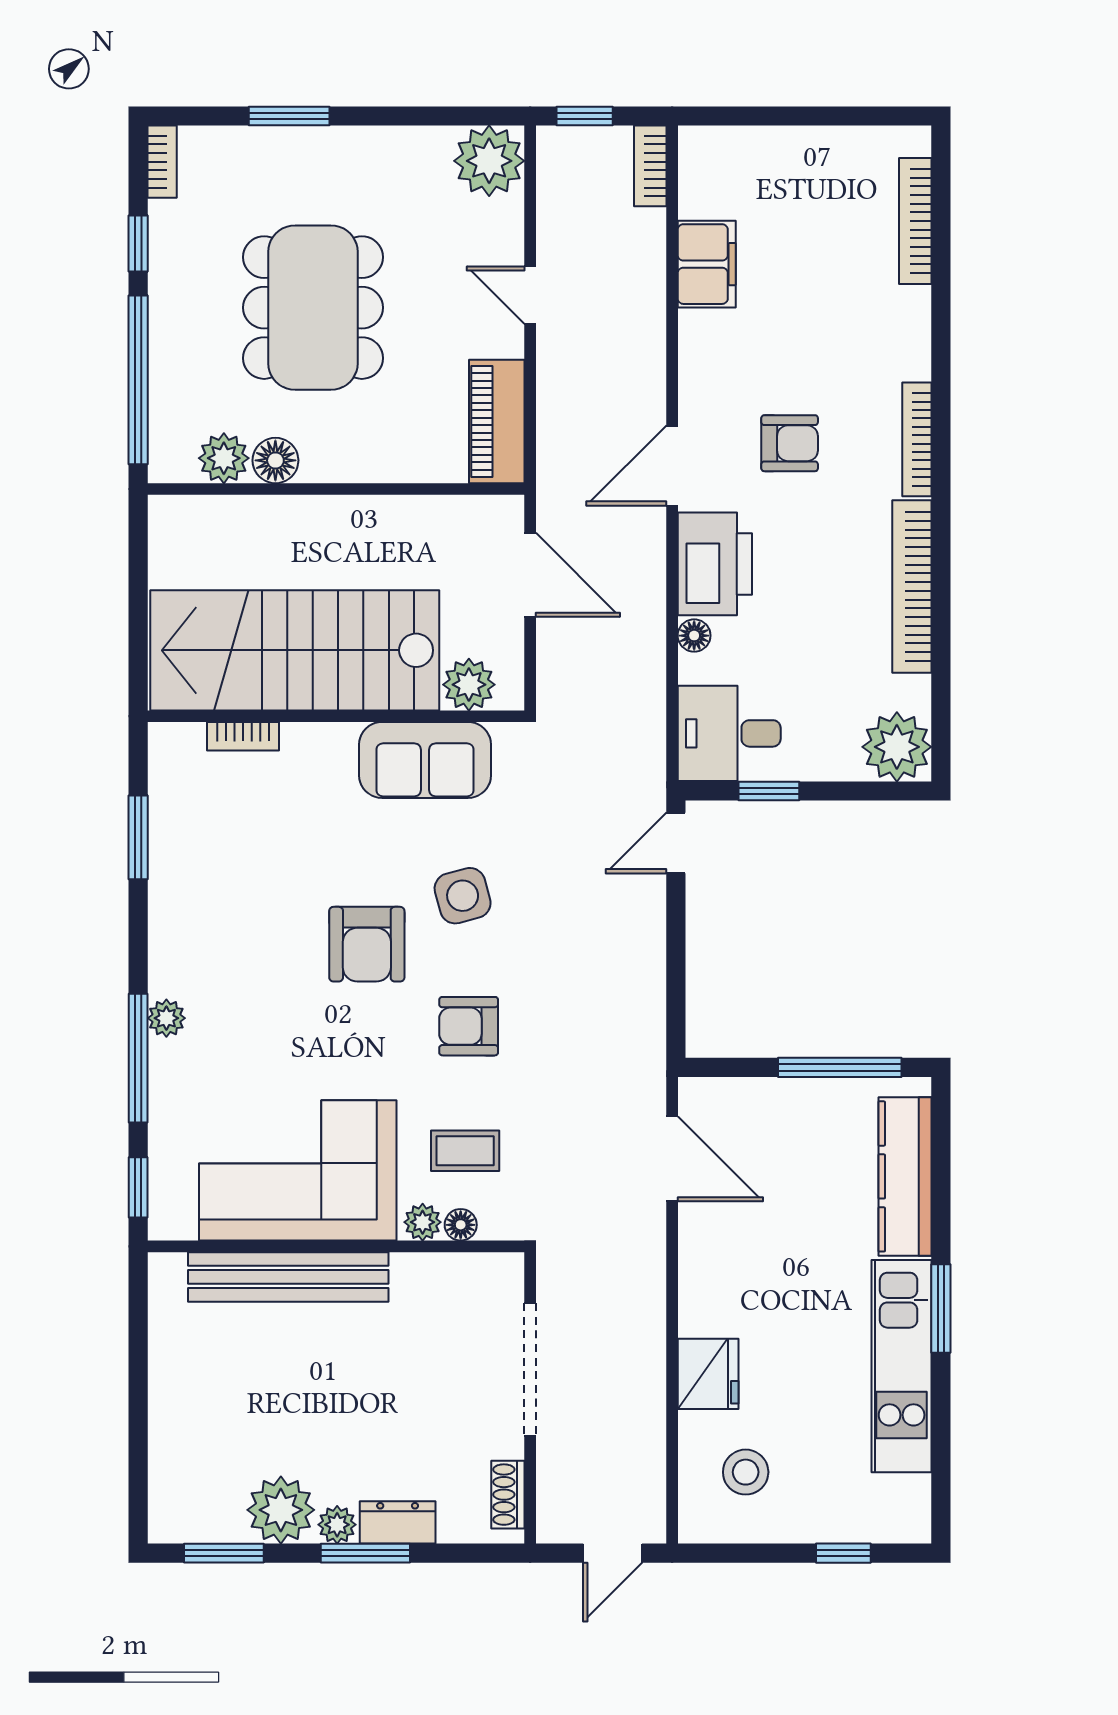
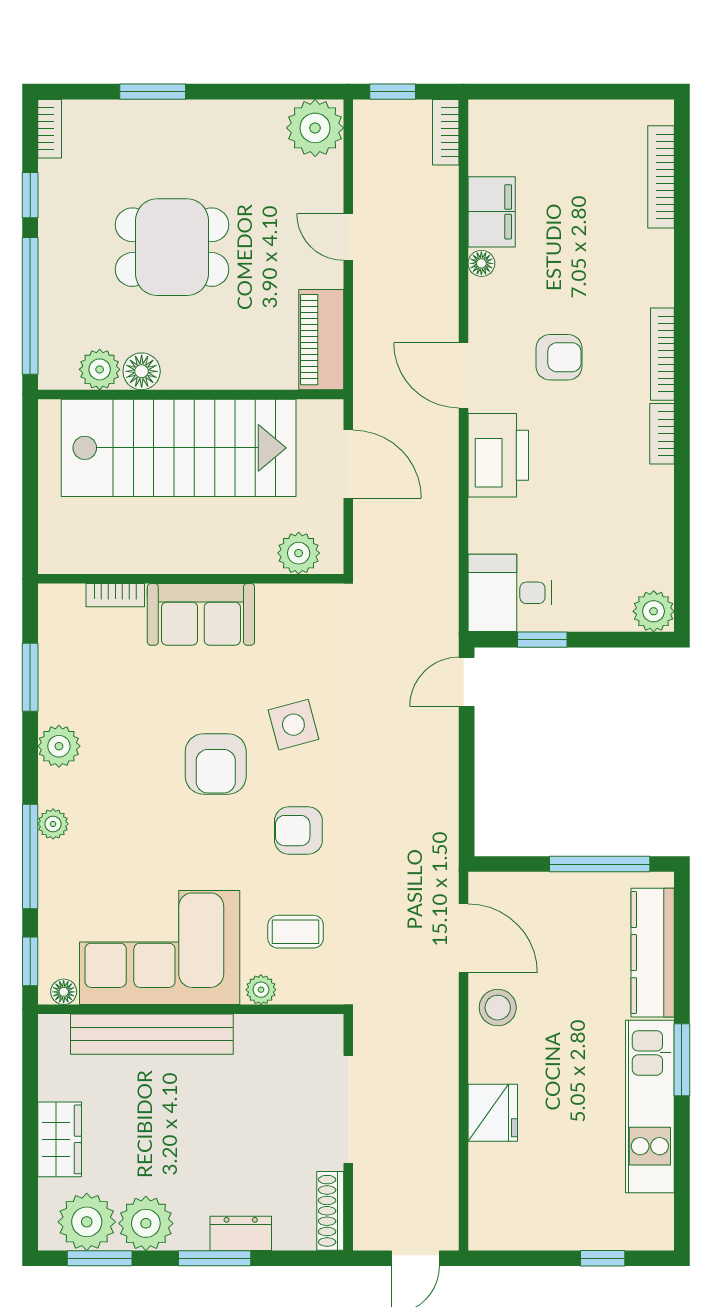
dining table: (313, 308) -> (172, 247), width x0.73
door: (672, 466) -> (464, 375), hinge flipped
bookcase: (912, 586) -> (662, 434), width x0.43, depth x0.76
floor lamp: (694, 636) -> (481, 263), moved
stairs: (295, 650) -> (179, 448), moved, turned 180
plant: (897, 747) -> (654, 611), width x0.73, depth x0.73
sofa: (425, 760) -> (201, 614), moved
plant: (174, 922) -> (59, 746), added
floor lamp: (461, 1225) -> (64, 992), moved
wardrobe: (174, 1407) -> (60, 1139), added
stool: (746, 1472) -> (498, 1008), moved
shoe rack: (508, 1495) -> (330, 1211), width x1.43
plant: (337, 1525) -> (87, 1222), moved, width x1.88, depth x1.88

